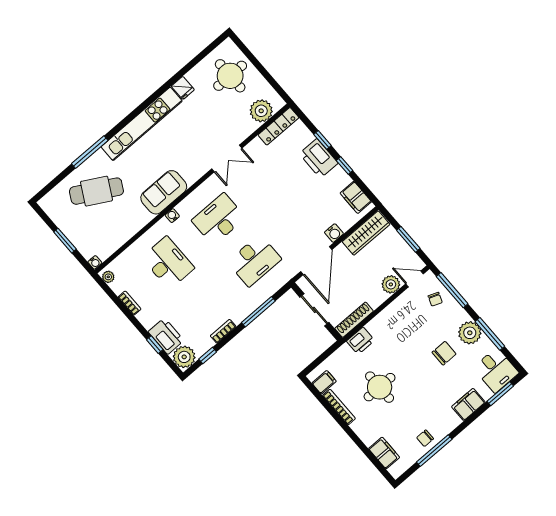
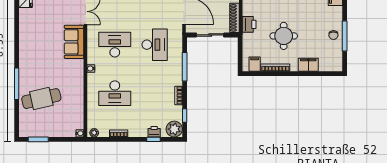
kitchen unit: (142, 124) -> (26, 42), removed
cafe table: (96, 191) -> (41, 99), turned 48
sofa: (164, 192) -> (74, 42), moved
desk: (219, 219) -> (115, 45), turned 90
window: (65, 241) -> (38, 139), moved
desk: (168, 263) -> (115, 93), turned 180
printer: (166, 336) -> (154, 132), width x0.53, depth x0.68
filing cabinet: (384, 453) -> (308, 65), moved

